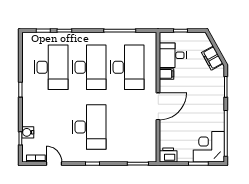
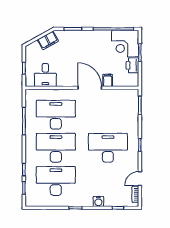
filing cabinet: (167, 74) -> (108, 80), moved
water cooler: (28, 132) -> (98, 202), moved
printer: (168, 155) -> (132, 65), moved

